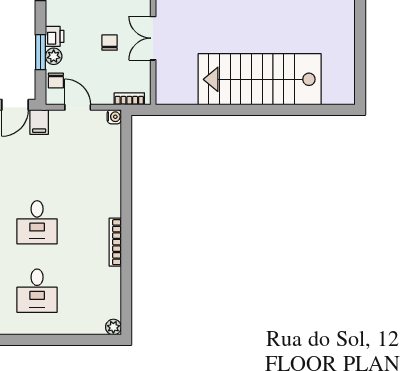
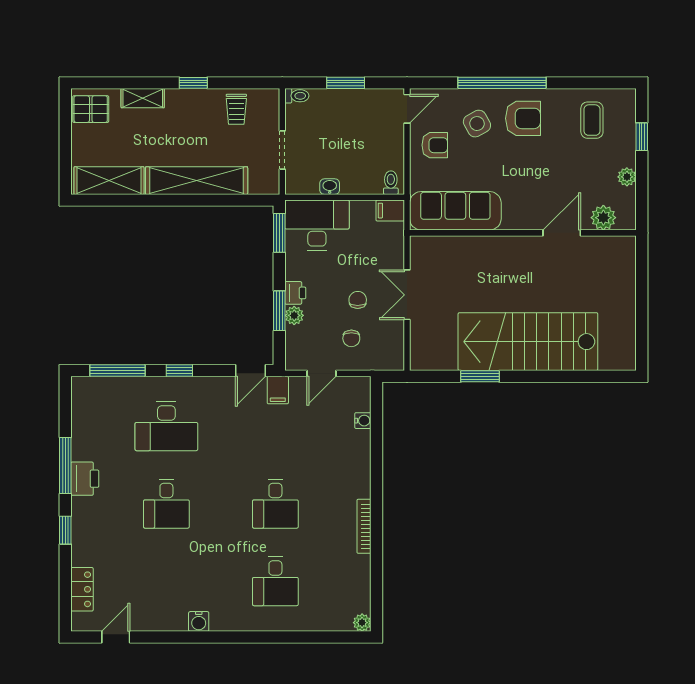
chair: (56, 80) -> (351, 338), moved
bookcase: (129, 99) -> (380, 364), removed
door: (78, 107) -> (321, 373), swing flipped
window: (217, 110) -> (480, 376), added
water cooler: (114, 117) -> (363, 421), moved

